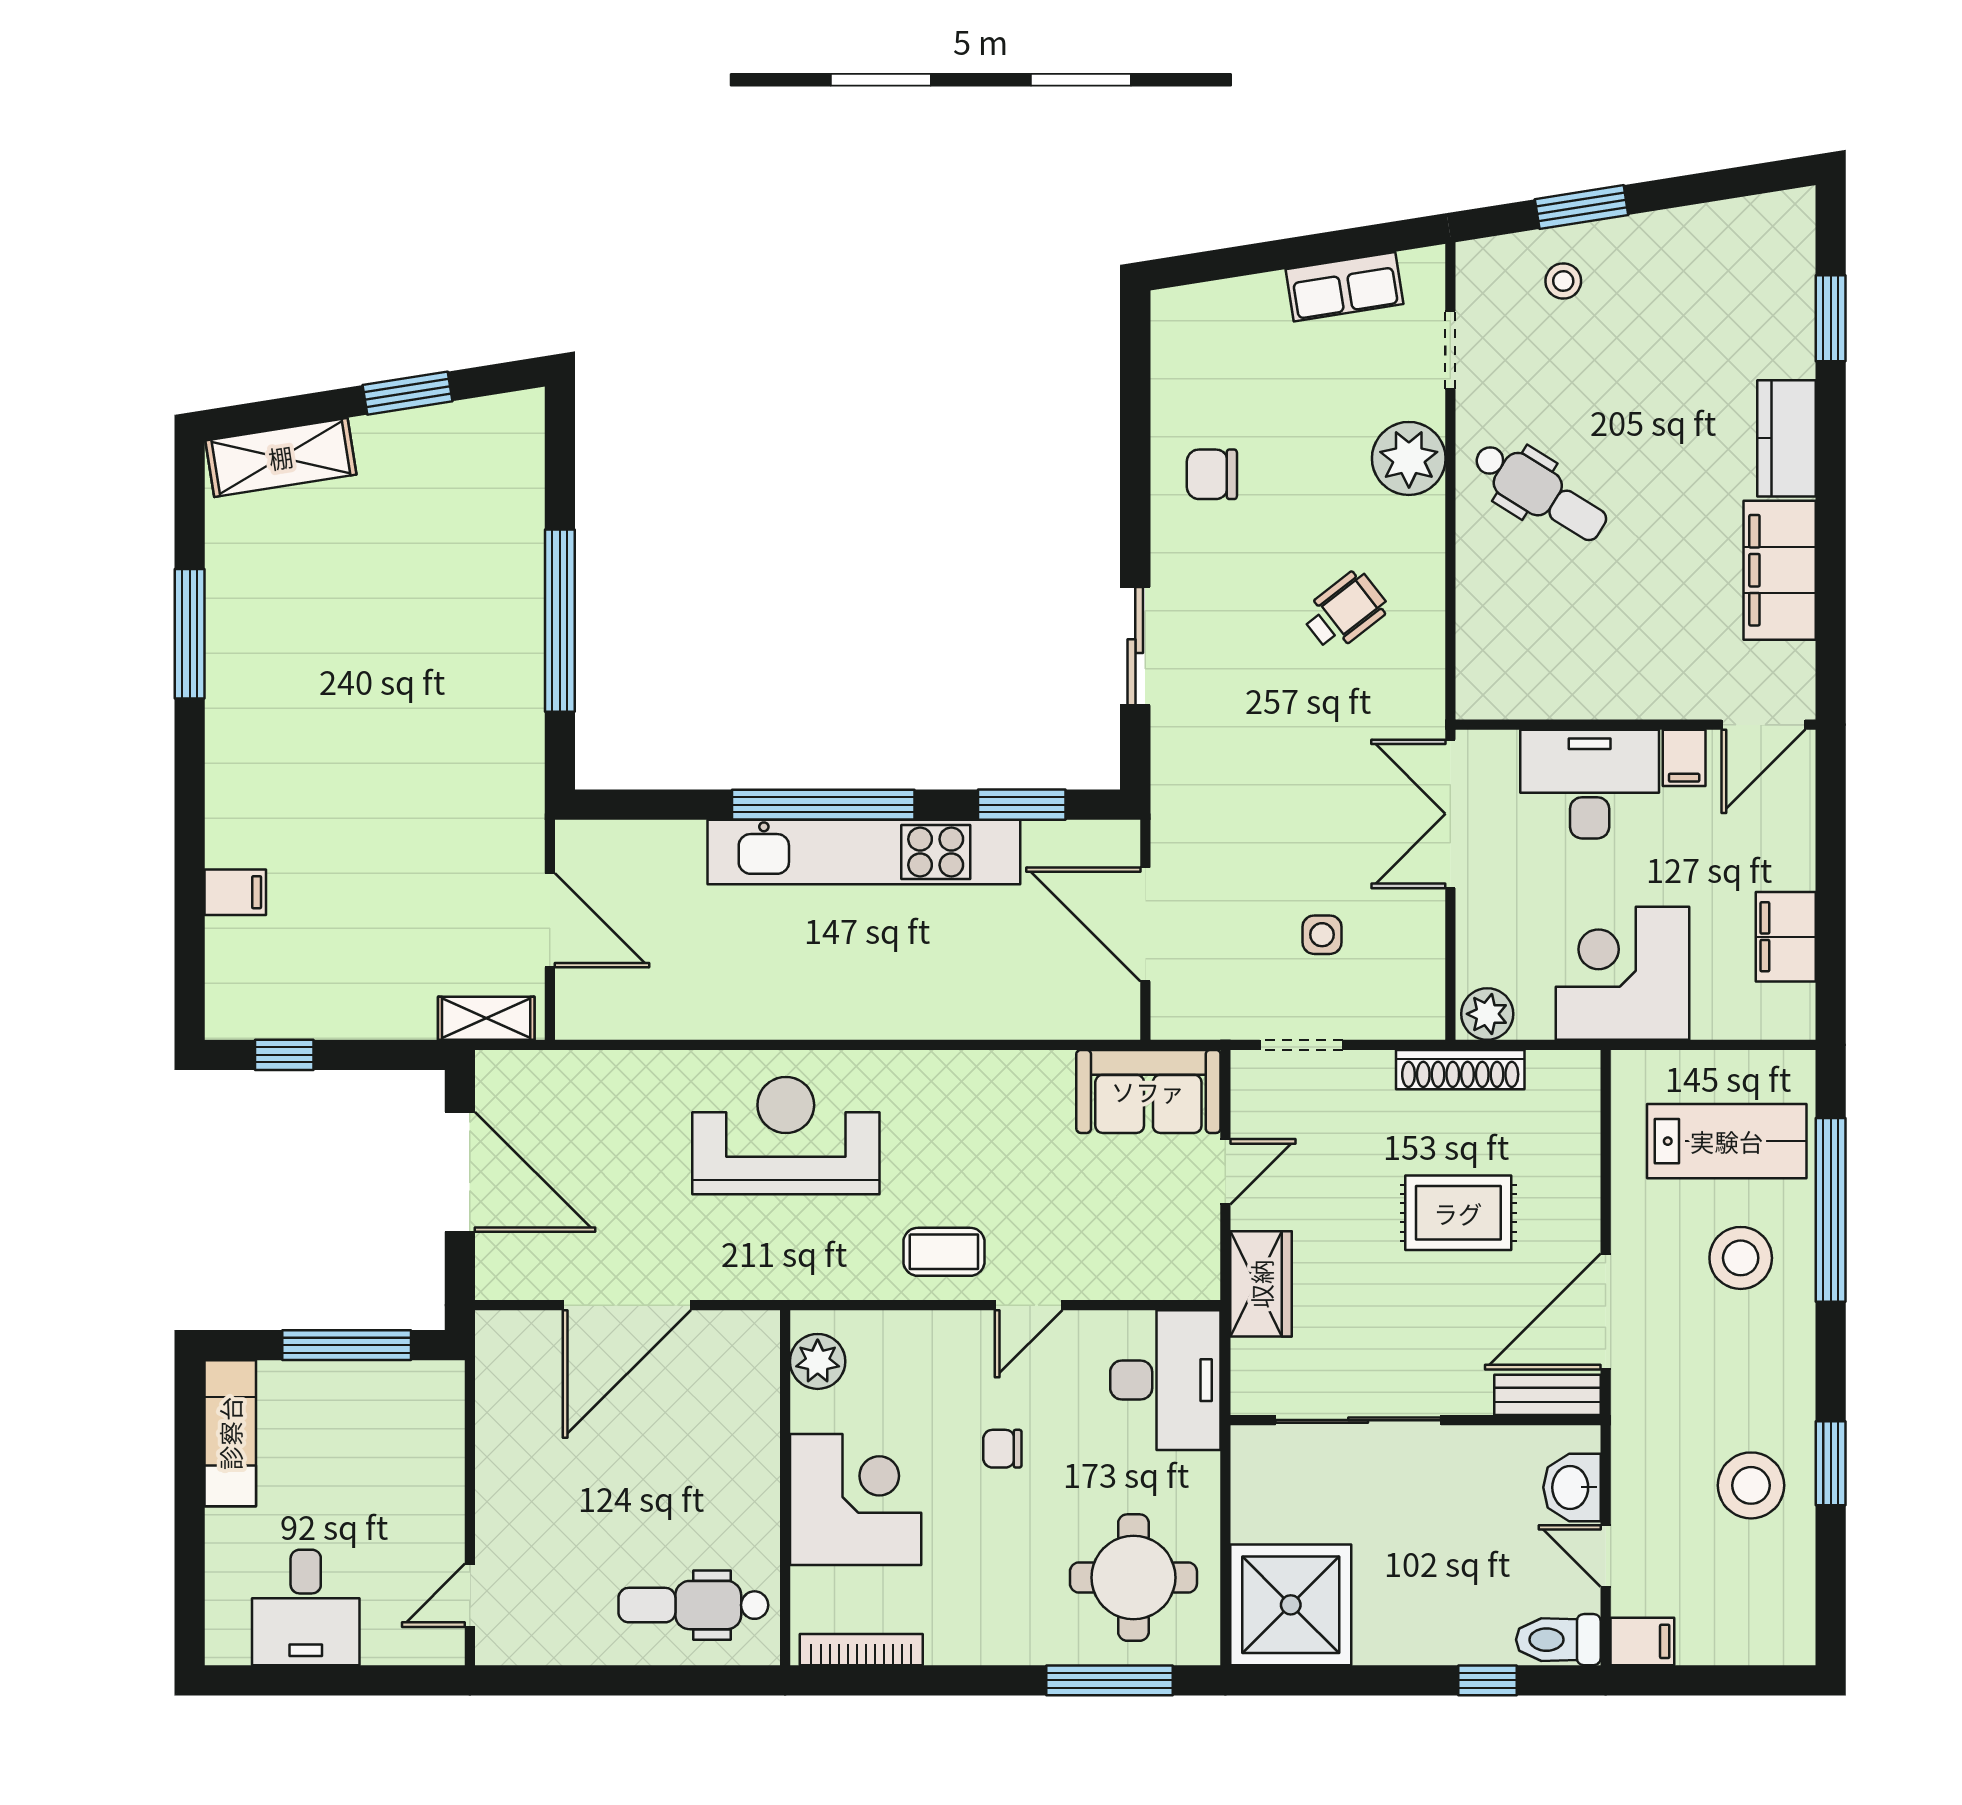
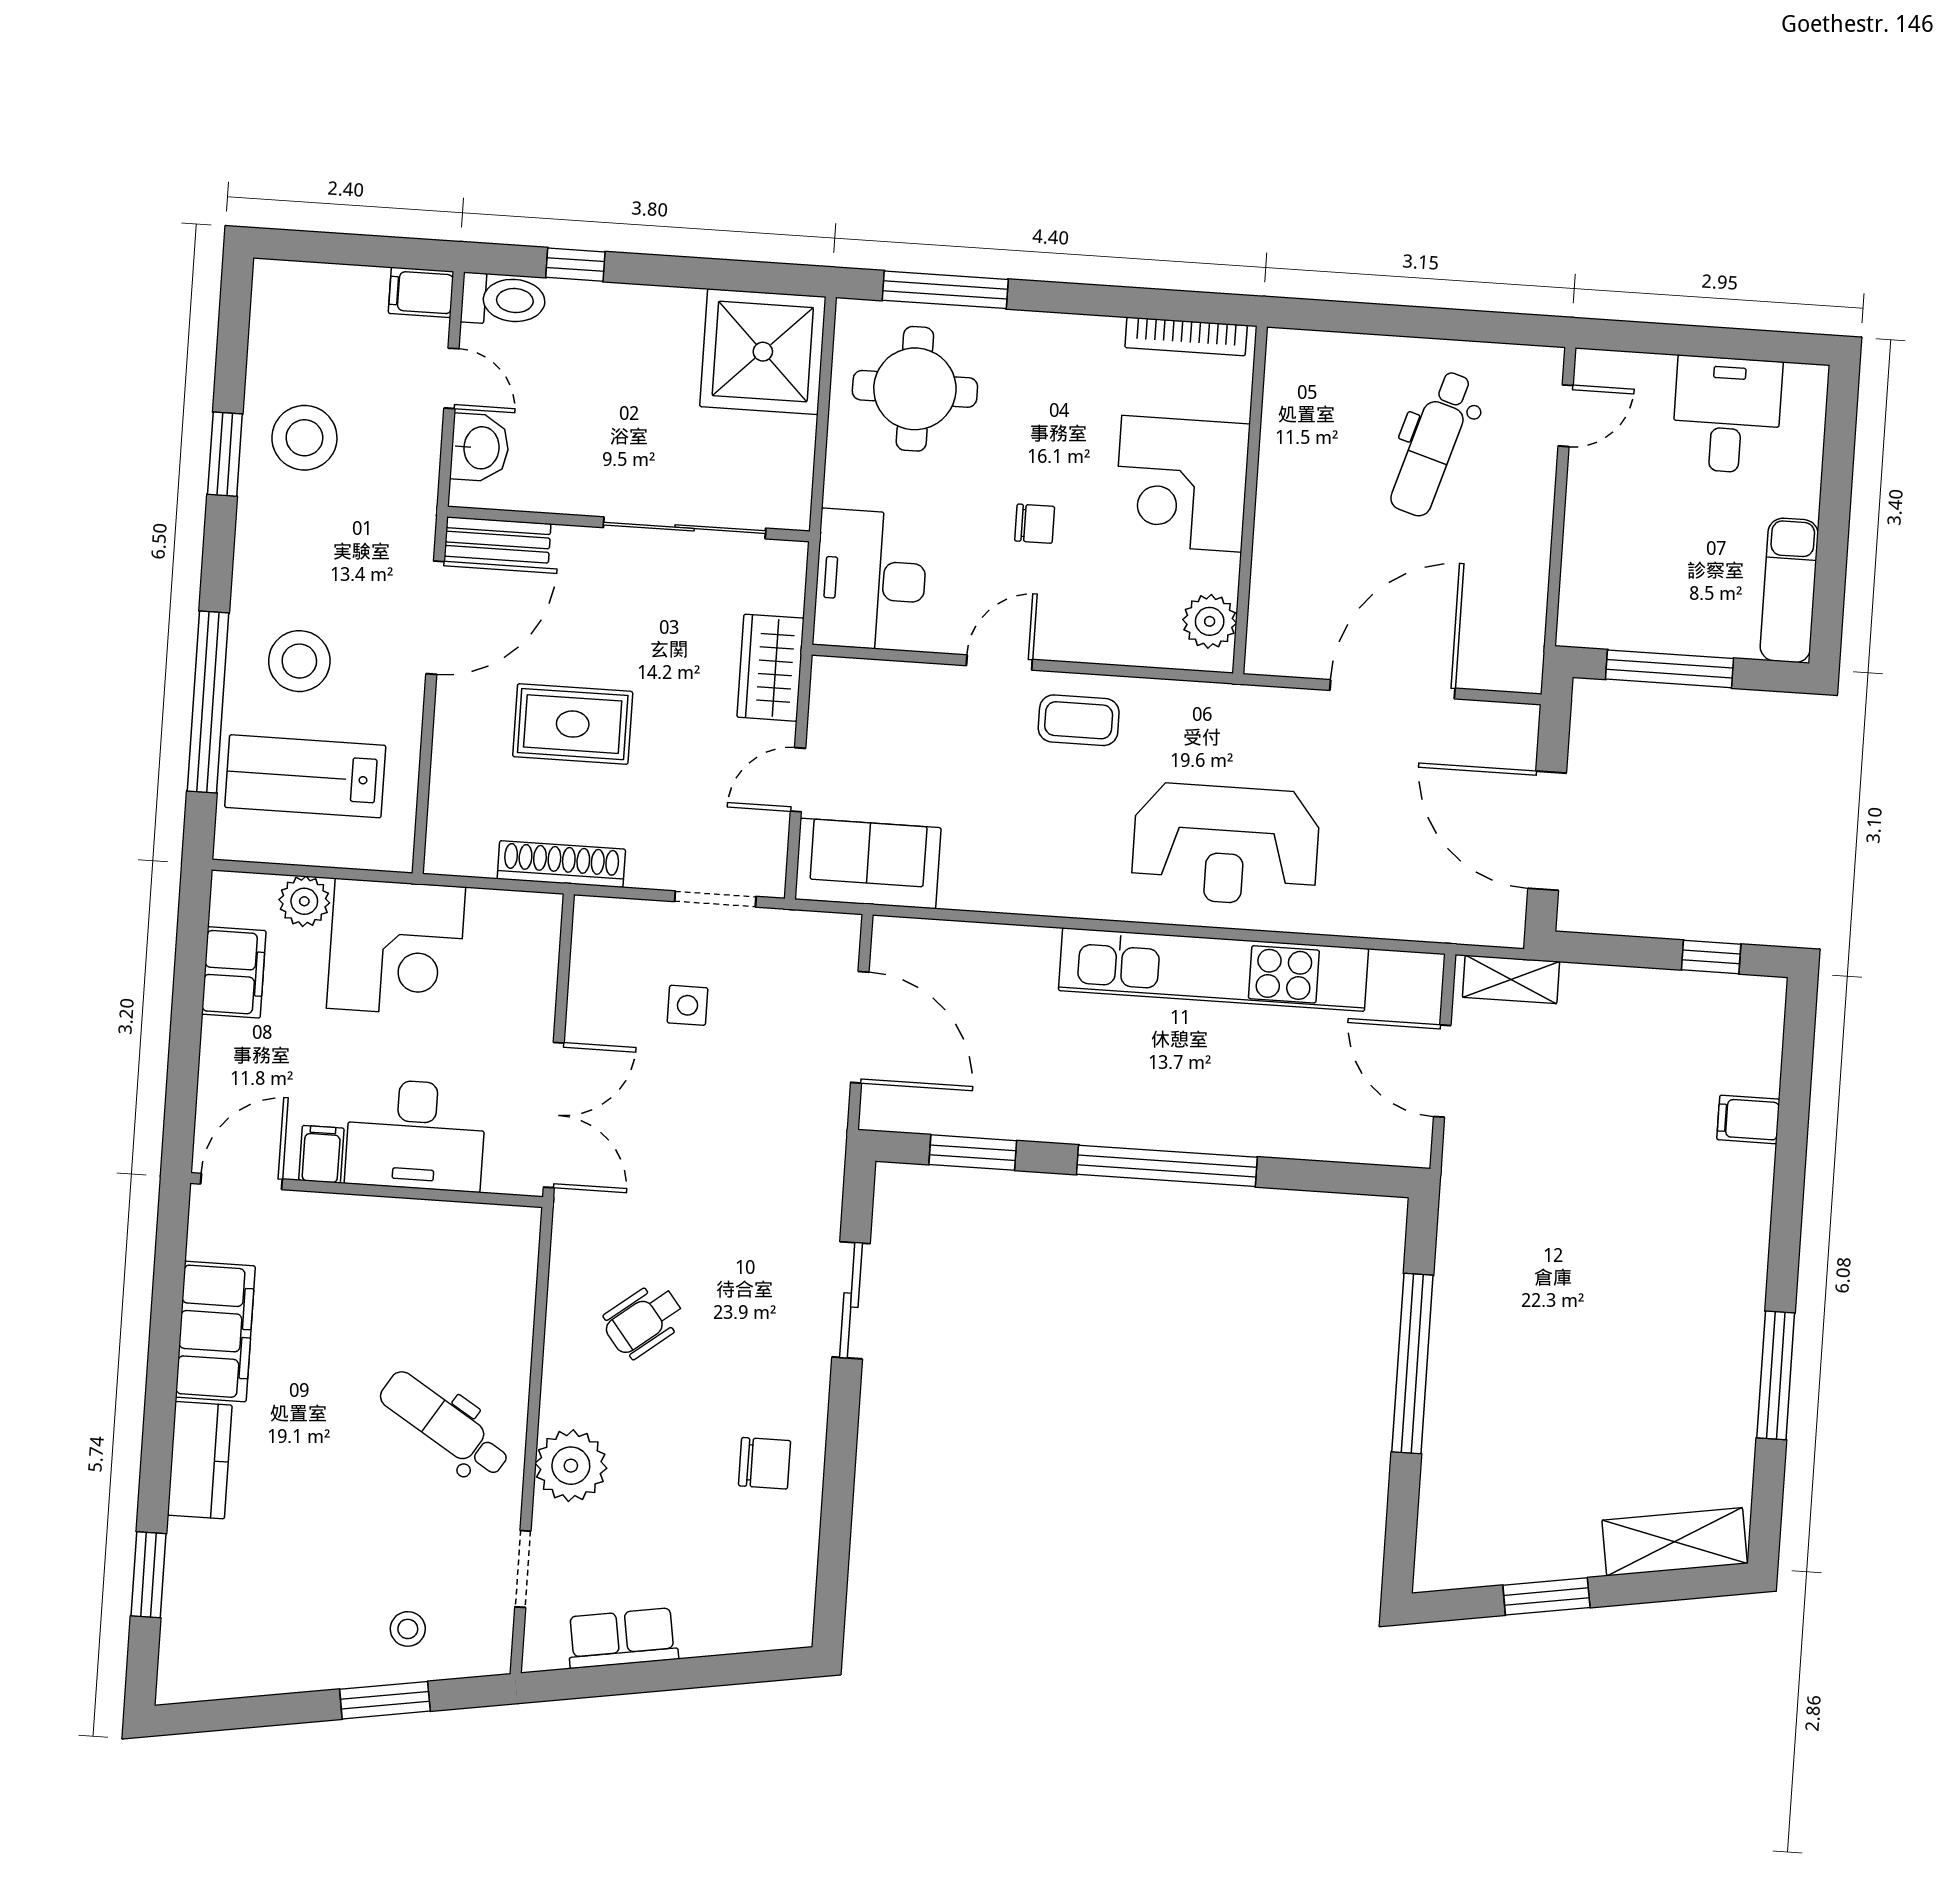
kitchen unit: (864, 852) -> (1214, 970), moved, turned 180
plant: (1487, 1014) -> (304, 901), moved
dental chair: (693, 1605) -> (1433, 444), moved, turned 107

